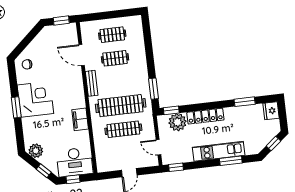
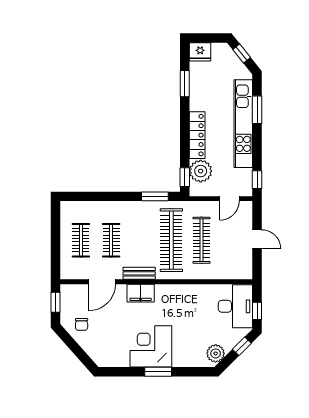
chair: (27, 64) -> (82, 324), moved
filing cabinet: (80, 119) -> (141, 293), moved
kitchen unit: (219, 151) -> (243, 124), width x1.36

